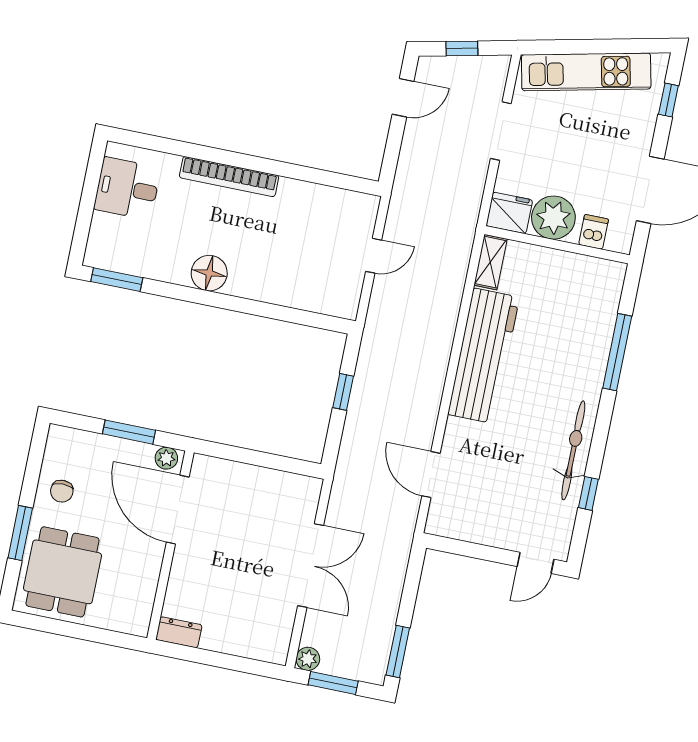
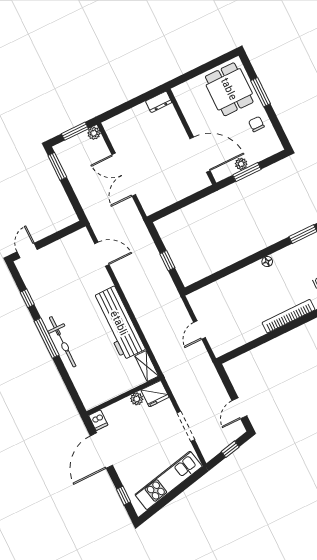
plant: (553, 218) -> (137, 399), width x0.53, depth x0.53
dishwasher: (594, 232) -> (98, 420), moved
floor lamp: (209, 273) -> (267, 262), width x0.53, depth x0.53
window: (617, 352) -> (47, 338), moved
bicycle: (573, 450) -> (63, 342), moved
plant: (166, 458) -> (241, 164), moved

